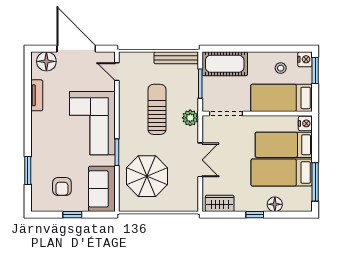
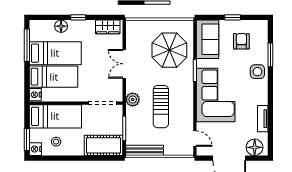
side table: (43, 151) -> (257, 72), added

